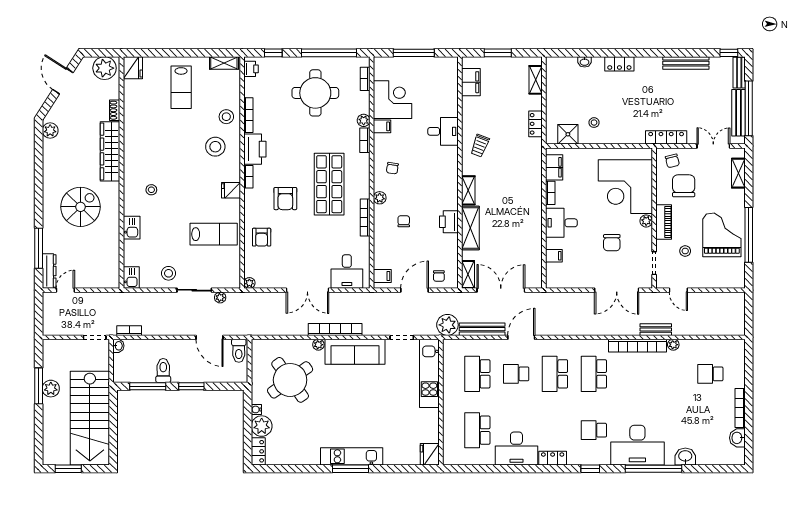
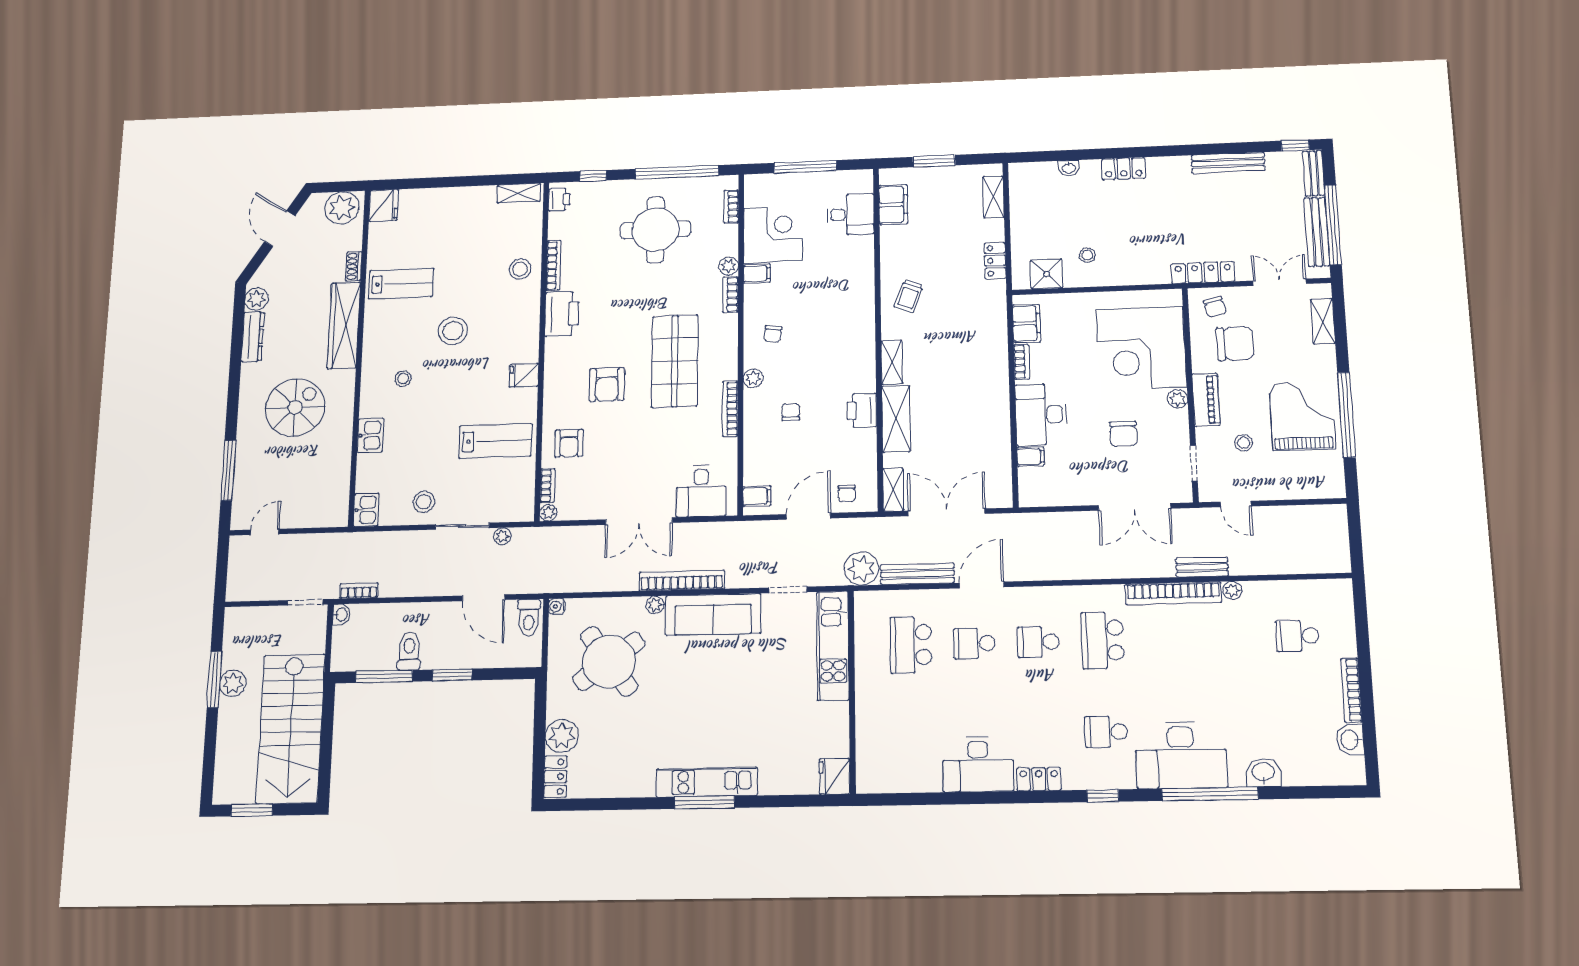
lab bench: (181, 87) -> (401, 284), moved, turned -90
desk: (443, 131) -> (850, 214), moved
stool: (215, 147) -> (453, 331), moved
bookcase: (248, 177) -> (548, 486), moved
chair: (684, 186) -> (1235, 344), turned 89
desk: (561, 223) -> (1041, 414), width x1.37
dresser: (49, 271) -> (253, 337), moved
school desk: (555, 374) -> (1038, 642), width x0.54
water cooler: (256, 409) -> (557, 607), moved
school desk: (477, 430) -> (912, 736), removed

